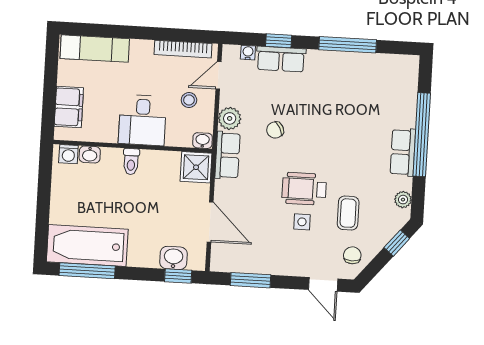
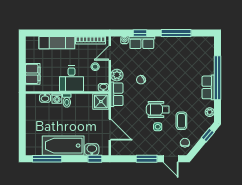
exam couch: (95, 49) -> (57, 43), moved
washing machine: (68, 154) -> (57, 98), moved
bathtub: (87, 245) -> (63, 146), moved
window: (251, 280) -> (147, 159), moved

